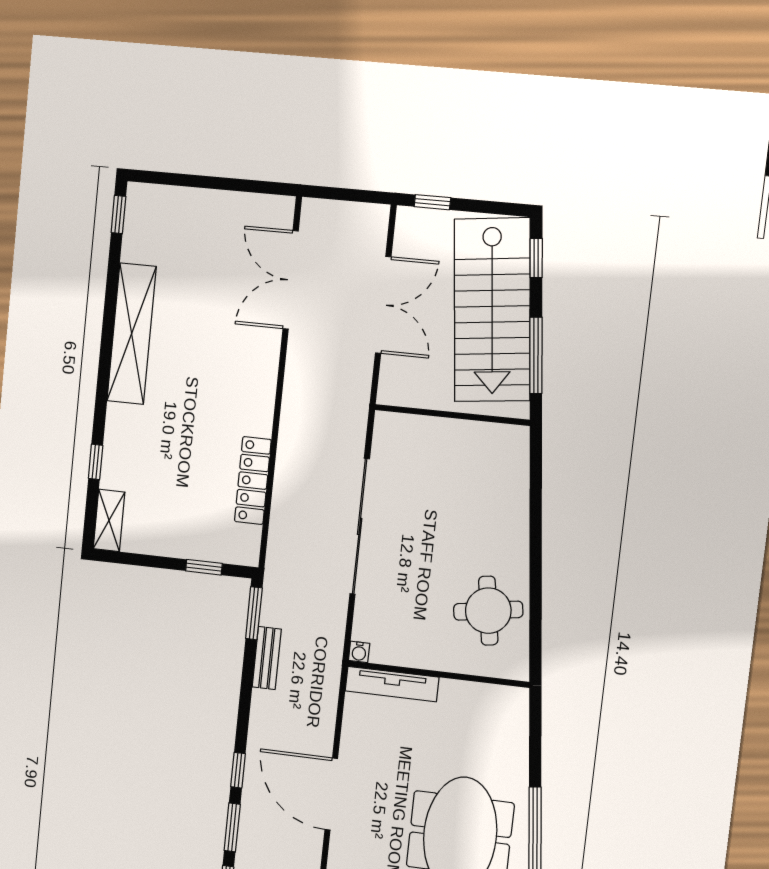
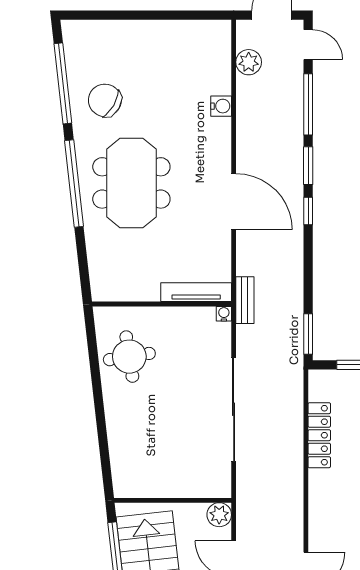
plant: (393, 390) -> (219, 515), added
bench: (267, 658) -> (245, 300), moved

